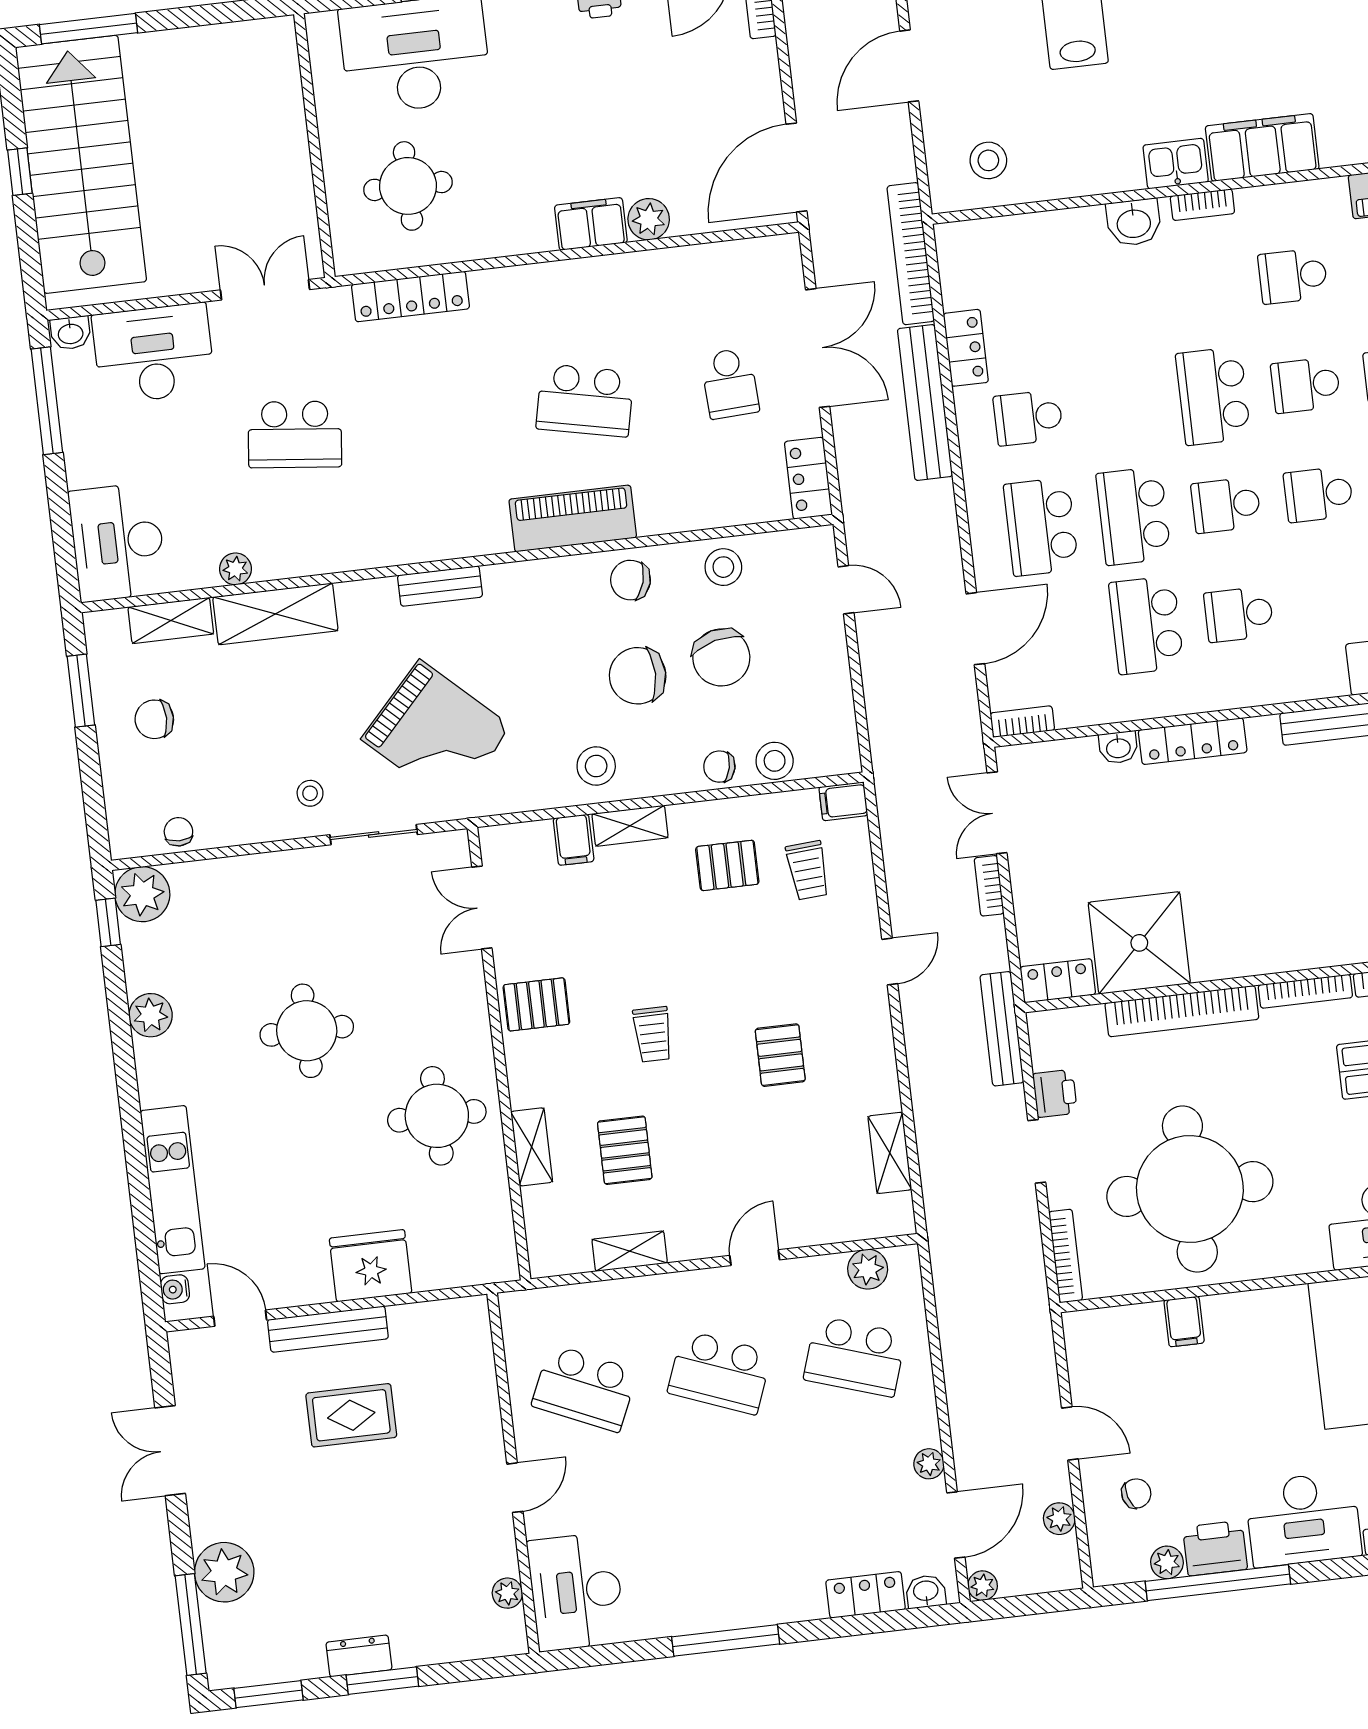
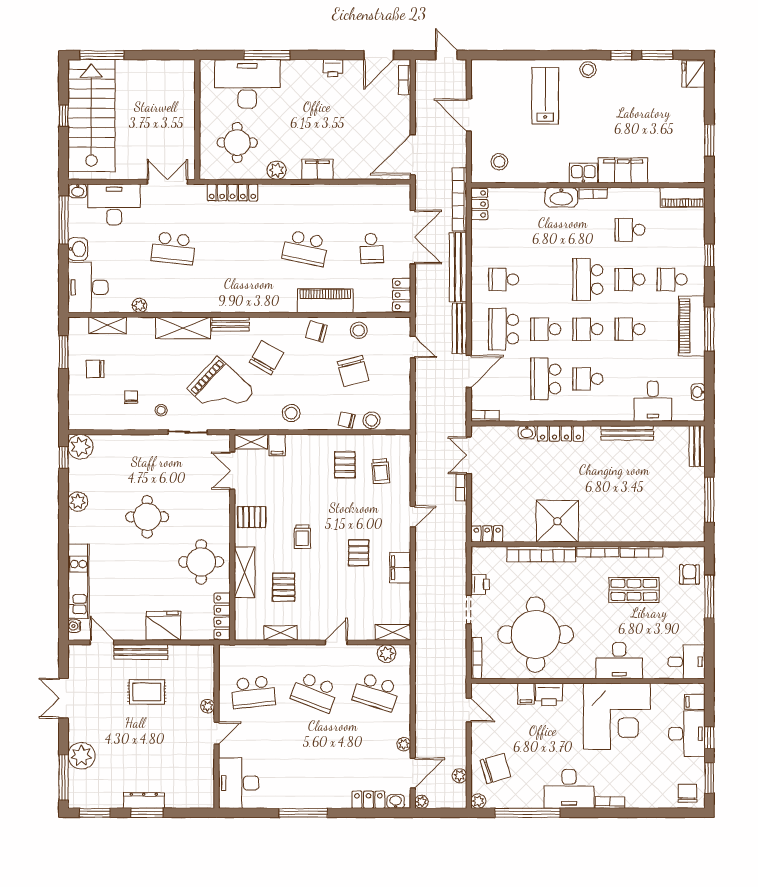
door: (909, 66) -> (469, 115), hinge flipped
plant: (649, 219) -> (277, 170), moved
washbasin: (1134, 222) -> (561, 197), width x1.38
locker: (966, 348) -> (479, 204), moved
washbasin: (85, 461) -> (78, 249), added
school desk: (1134, 516) -> (546, 329), width x0.54
piano: (573, 518) -> (325, 301), moved
shelving: (275, 614) -> (183, 328), moved
chair: (638, 676) -> (266, 358), moved, turned 120
filing cabinet: (843, 801) -> (400, 568), moved, width x2.00
shelving: (630, 826) -> (251, 442), moved
chair: (178, 832) -> (131, 397), moved
pallet: (727, 865) -> (345, 465), turned 90
shower: (1139, 943) -> (557, 521), moved
bench: (1002, 1029) -> (460, 329), moved
shelving: (532, 1147) -> (245, 572), width x1.50, depth x1.33
shelving: (890, 1153) -> (393, 632), moved, turned 90
locker: (497, 1229) -> (222, 616), added
school desk: (585, 1388) -> (253, 692), turned -30
door: (1070, 1433) -> (469, 710), moved
chair: (1136, 1493) -> (495, 768), width x1.87, depth x1.87
printer: (1215, 1548) -> (549, 694), moved, turned 180
plant: (1167, 1562) -> (478, 801), moved
plant: (507, 1593) -> (208, 706), moved
dresser: (359, 1656) -> (144, 800), width x1.44

